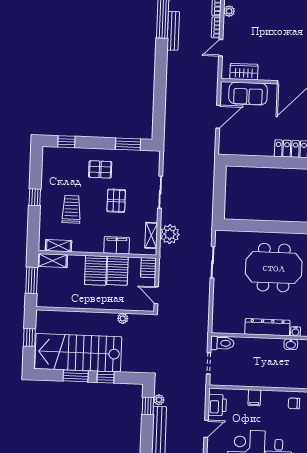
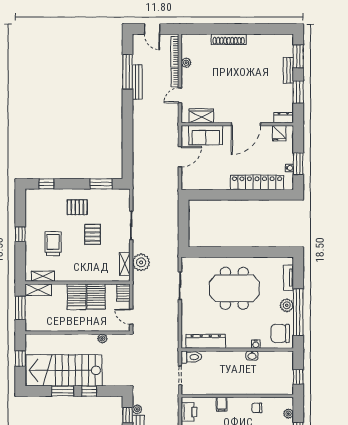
filing cabinet: (117, 245) -> (94, 274), removed
dresser: (267, 327) -> (206, 341), moved

